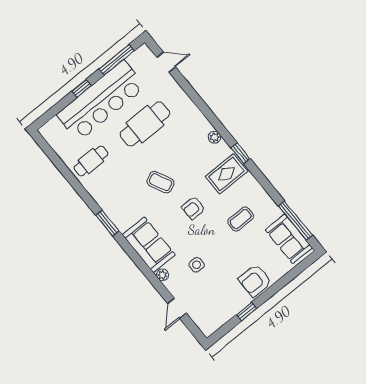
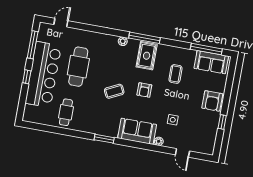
window: (240, 153) -> (144, 38), width x2.17

